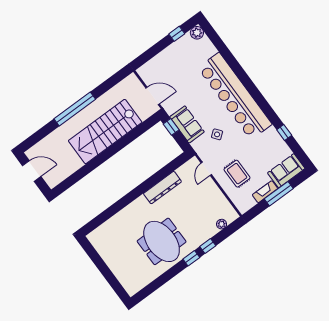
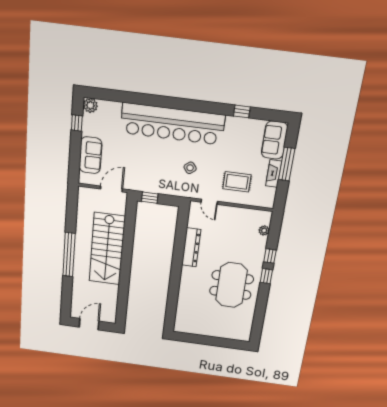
sofa: (187, 124) -> (90, 155), moved, turned 90
meeting table: (162, 241) -> (231, 285), turned 90

